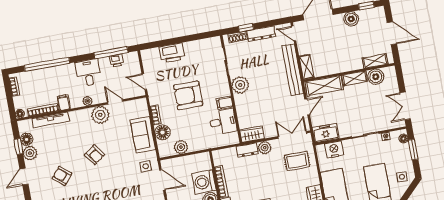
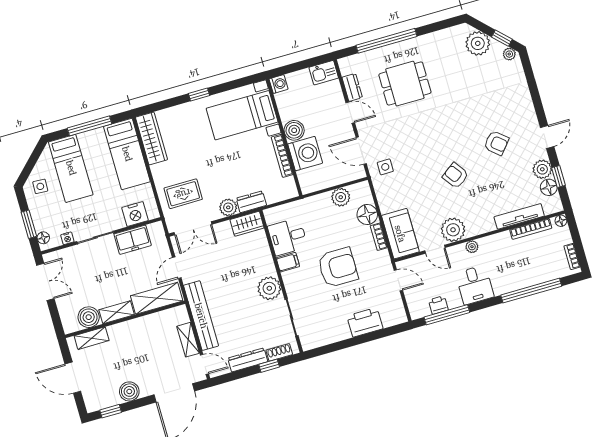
shelving: (306, 67) -> (188, 340), moved
filing cabinet: (64, 103) -> (504, 241), removed
freezer: (326, 133) -> (133, 240), moved
sofa: (143, 135) -> (400, 234), moved

